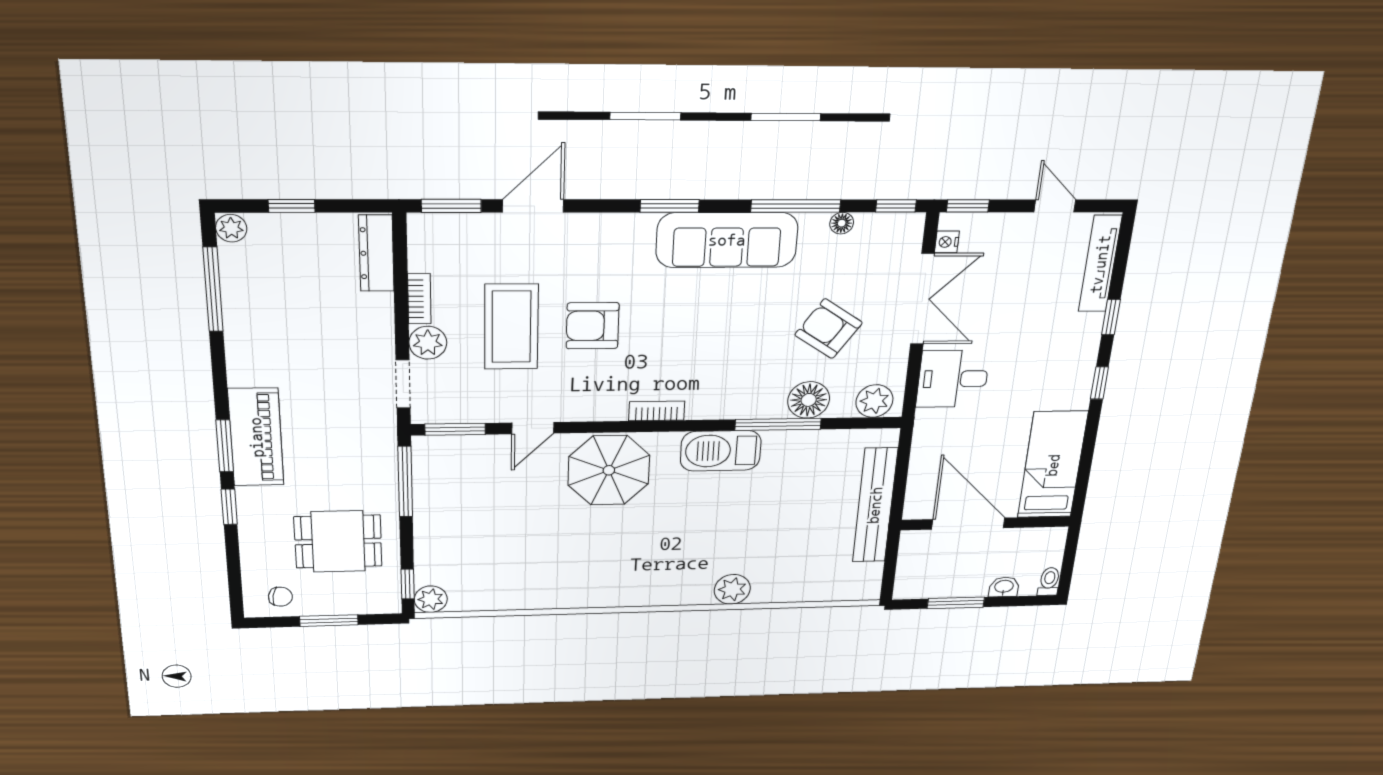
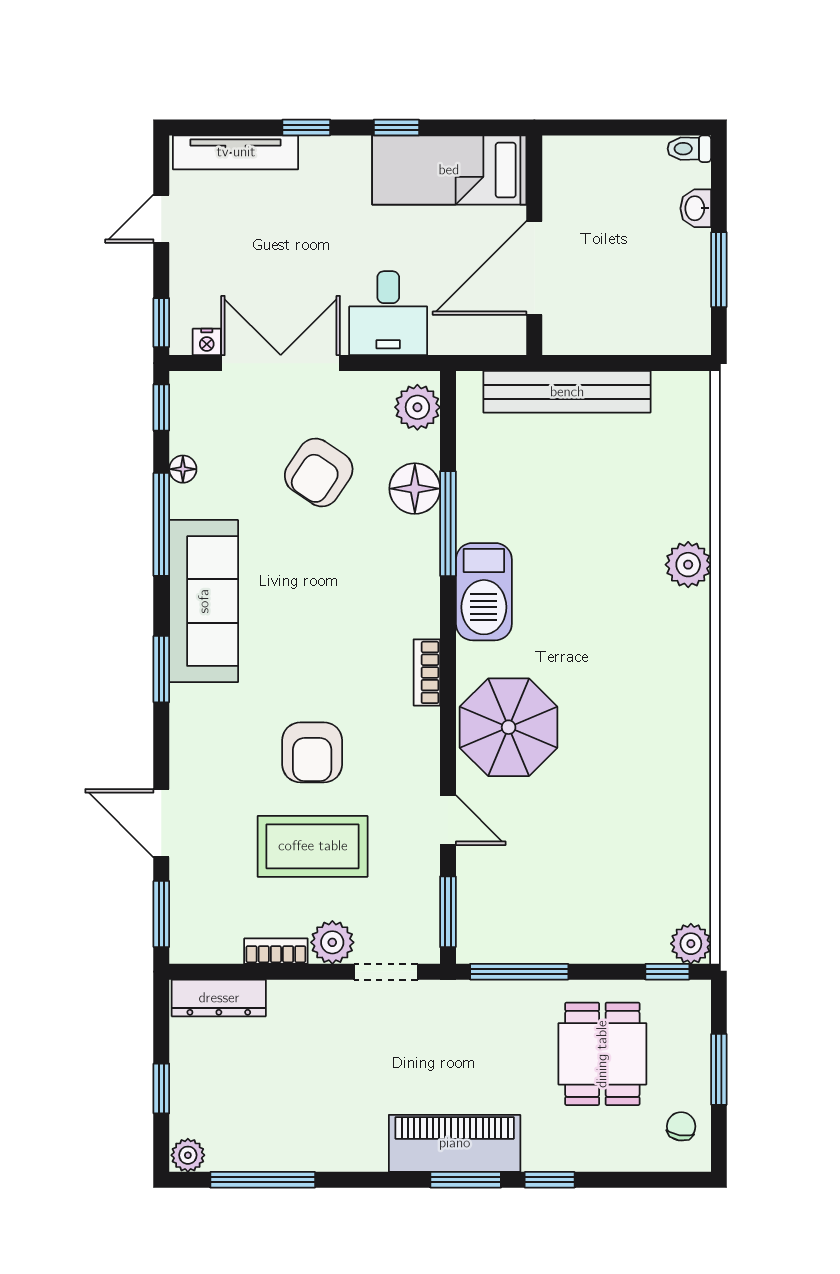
bed: (1053, 465) -> (449, 170), moved
wall: (986, 523) -> (534, 245), moved
door: (968, 524) -> (534, 268), moved

